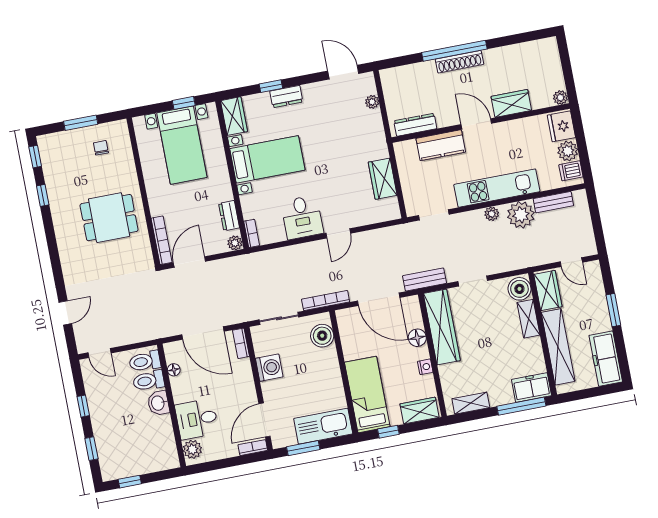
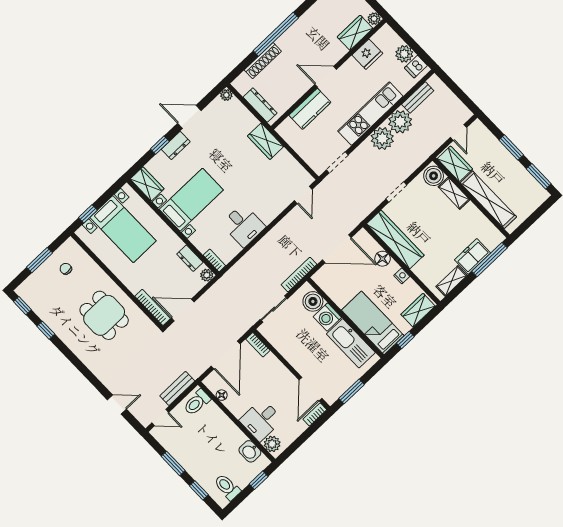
shoe rack: (459, 62) -> (263, 61), moved
door: (343, 72) -> (189, 117), moved
plant: (372, 102) -> (226, 95), moved
window: (184, 103) -> (88, 214), moved
wardrobe: (511, 103) -> (355, 33), moved
dresser: (415, 125) -> (260, 105), moved, turned 90
fridge: (561, 126) -> (367, 54), moved, turned -90
wardrobe: (383, 179) -> (266, 141), moved
plant: (492, 214) -> (382, 138), width x1.88, depth x1.88
dining table: (109, 218) -> (104, 315), turned 90
door: (338, 233) -> (303, 195), moved
door: (189, 262) -> (183, 310), hinge flipped
door: (571, 262) -> (459, 132), hinge flipped
bench: (425, 279) -> (177, 388), moved
door: (65, 313) -> (117, 405), hinge flipped
door: (203, 333) -> (226, 355), hinge flipped
window: (622, 356) -> (539, 176), added
freezer: (606, 359) -> (528, 186), removed
washing machine: (269, 368) -> (327, 317), moved, turned 180
toilet: (149, 381) -> (227, 487), moved, turned 90
freezer: (532, 388) -> (473, 256), moved
washbasin: (158, 403) -> (250, 451), moved
window: (83, 406) -> (173, 463), width x1.50
kitchen sink: (323, 426) -> (351, 343), moved, turned -90
window: (130, 482) -> (259, 480), moved

